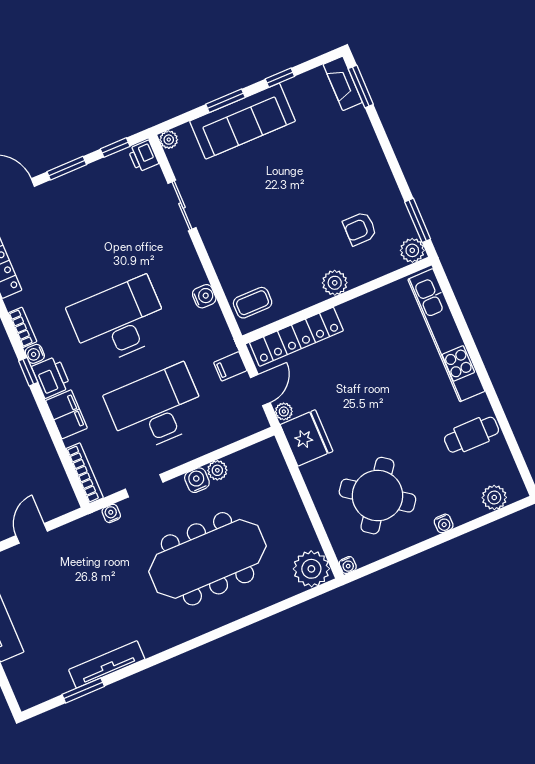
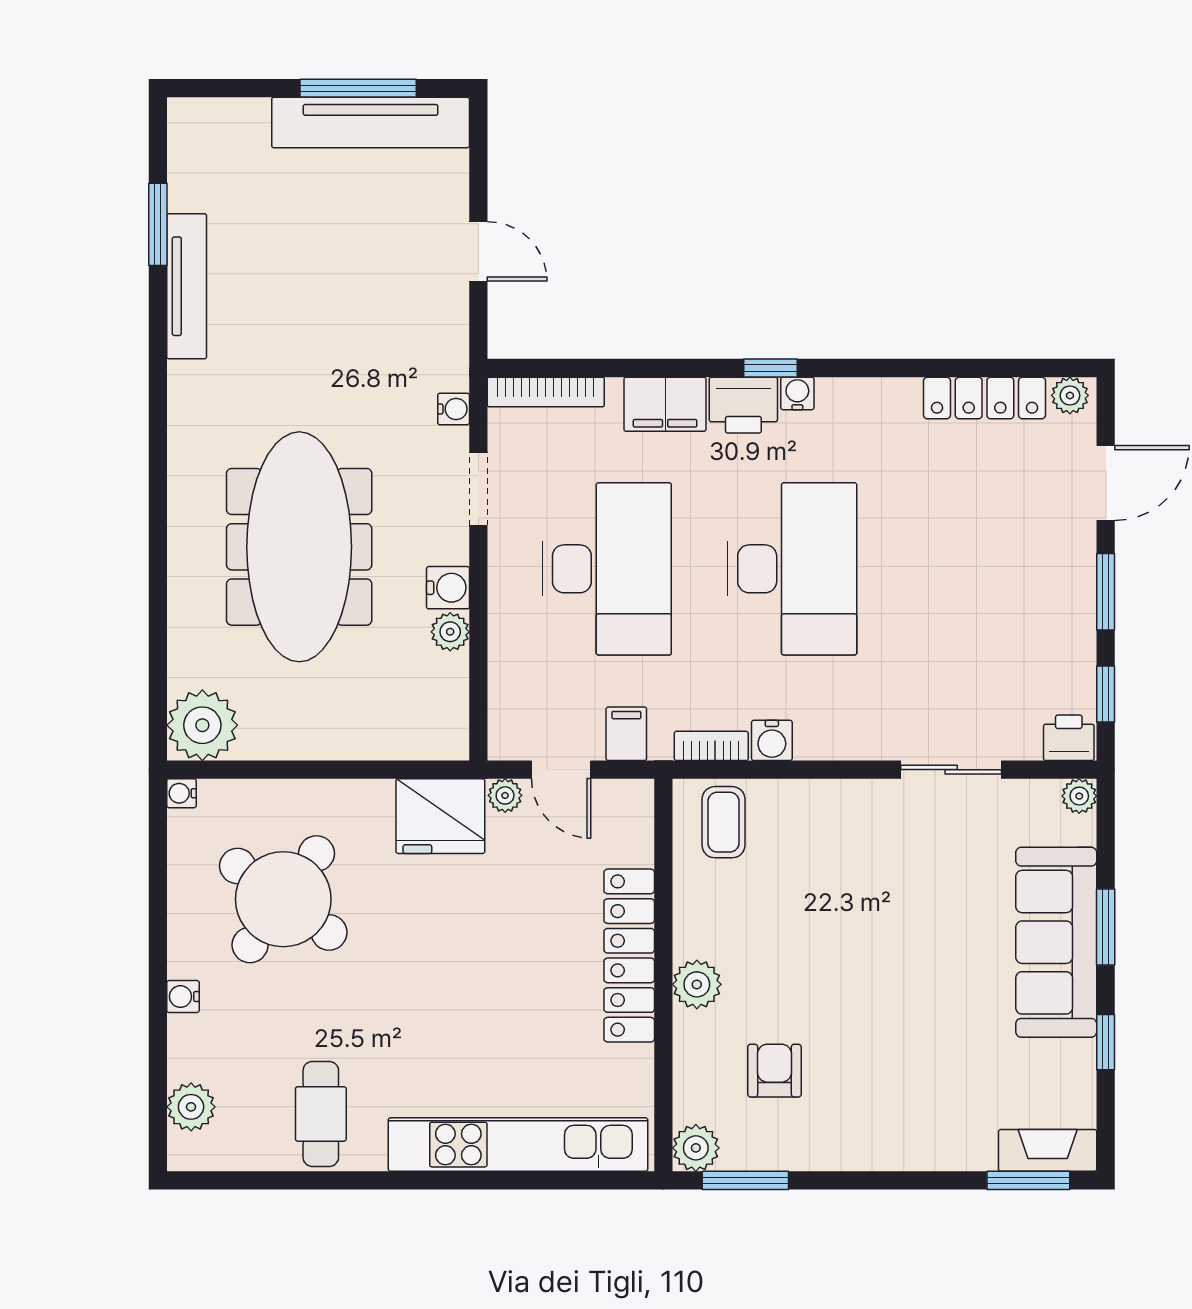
bookcase: (23, 327) -> (711, 746), moved, turned 180
locker: (296, 337) -> (629, 956), moved

